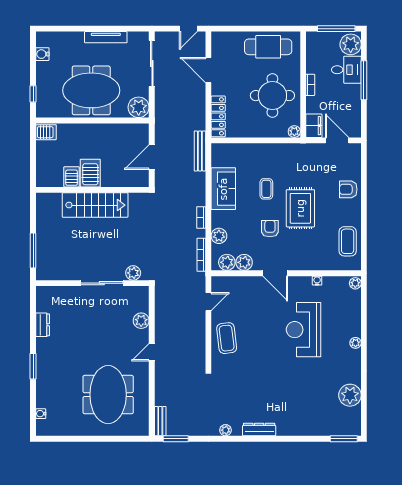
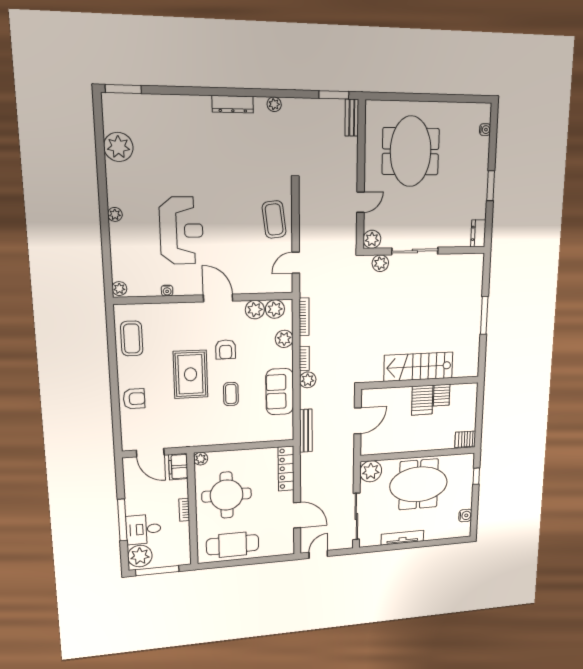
plant: (198, 198) -> (308, 380), added
plant: (133, 273) -> (380, 263), moved
wall: (92, 283) -> (425, 251), moved
sliding door: (102, 283) -> (415, 251), moved

